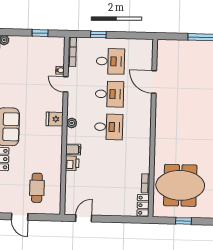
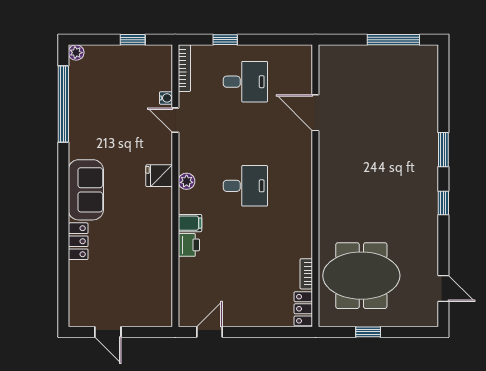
desk: (110, 94) -> (245, 134), removed
cafe table: (37, 188) -> (134, 285), removed

